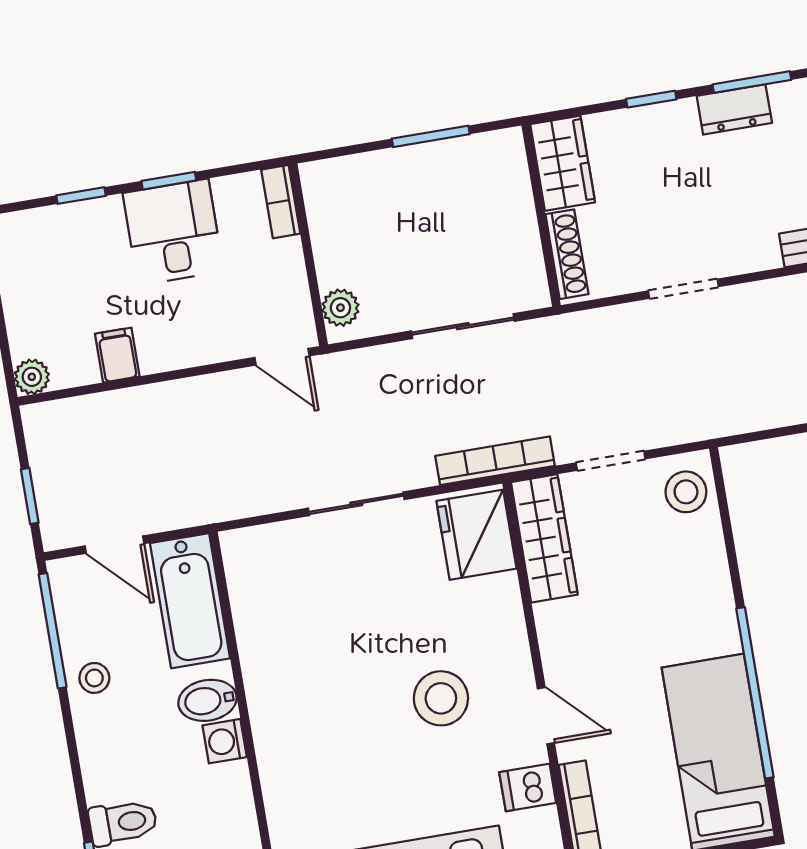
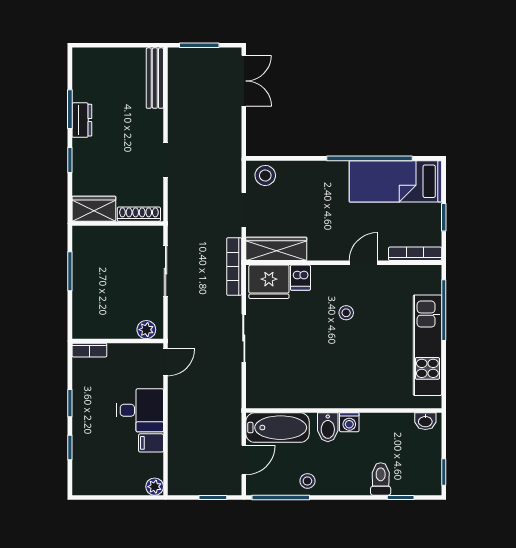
desk: (173, 232) -> (140, 410), moved, turned 180
stool: (441, 698) -> (346, 313), width x0.53, depth x0.53
dishwasher: (528, 787) -> (300, 278), moved

